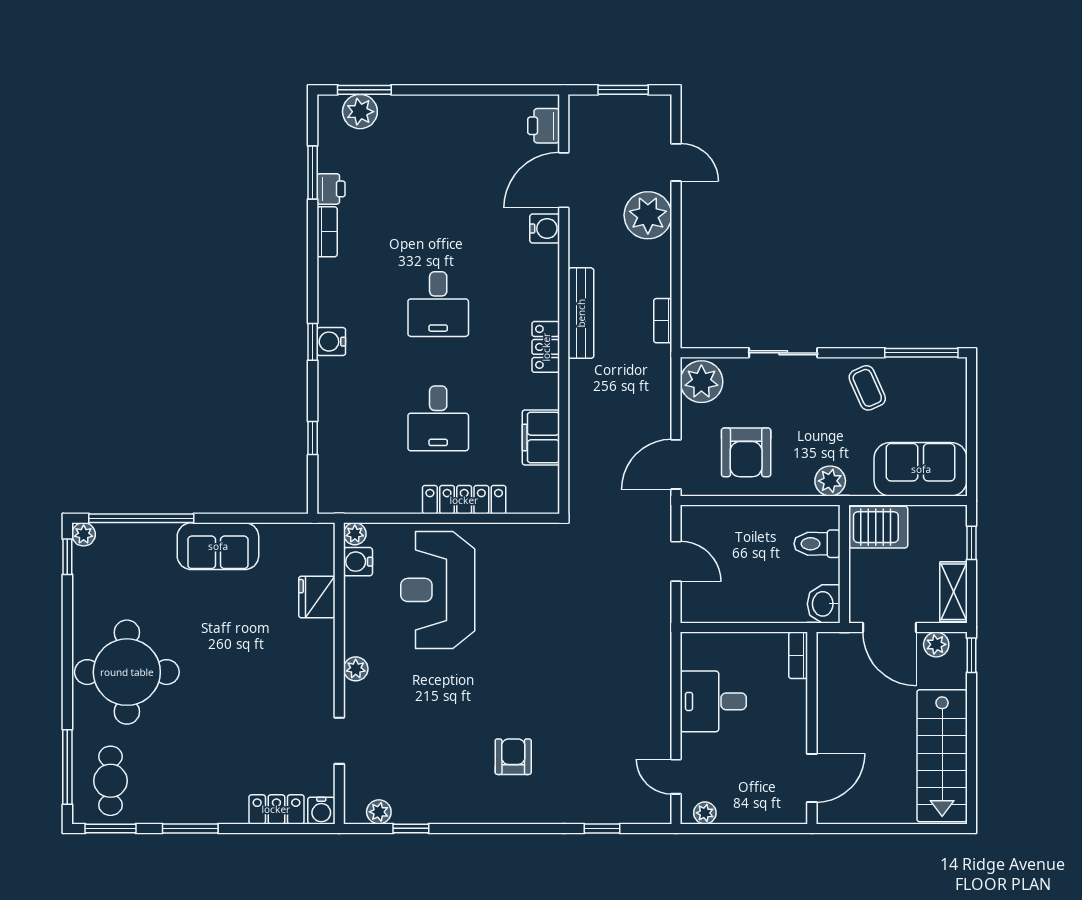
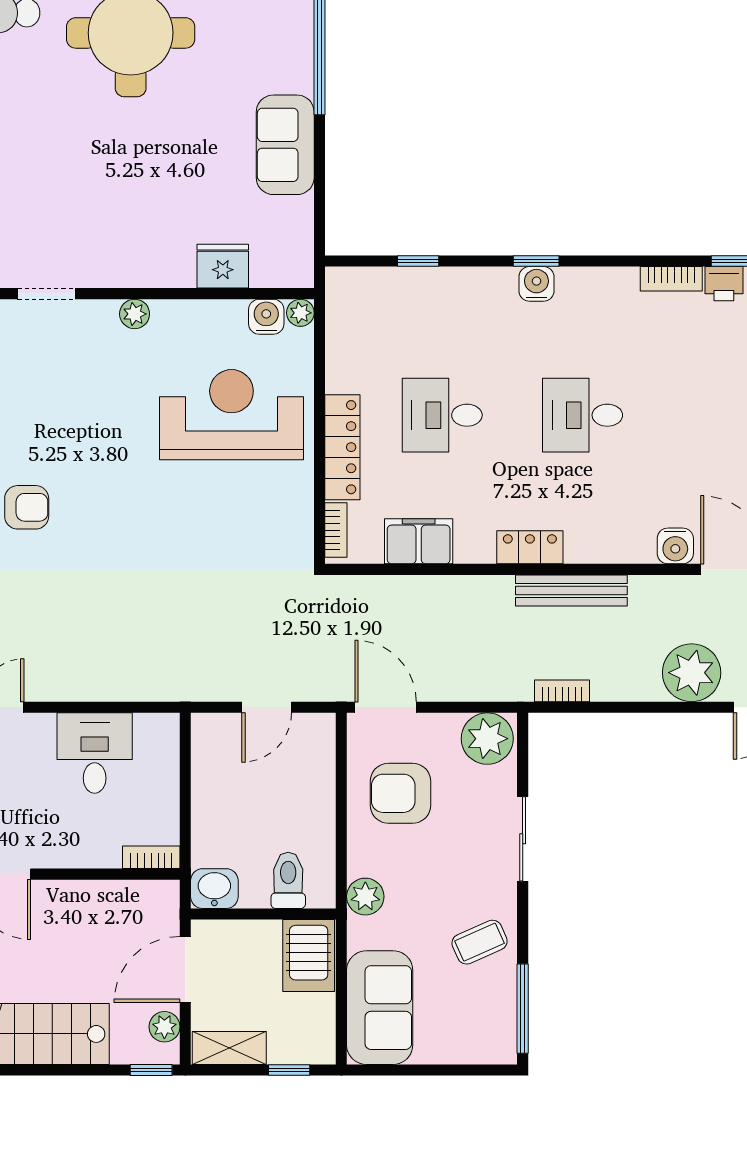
bookcase: (532, 505) -> (336, 530), added

